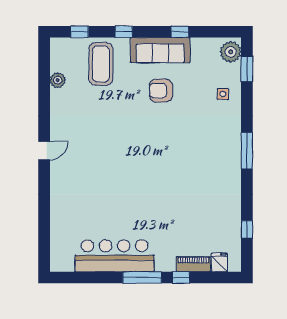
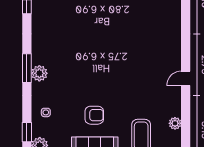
plant: (231, 144) -> (39, 73), added
door: (44, 151) -> (186, 78), moved

